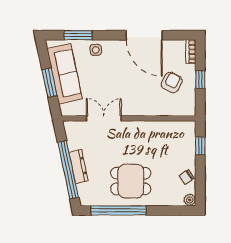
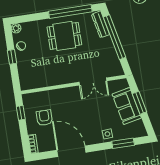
sofa: (65, 74) -> (127, 106), width x0.73
window: (200, 80) -> (21, 113), moved
armchair: (172, 82) -> (44, 118), turned 153
window: (200, 146) -> (12, 57), moved
dresser: (79, 167) -> (101, 24), moved

